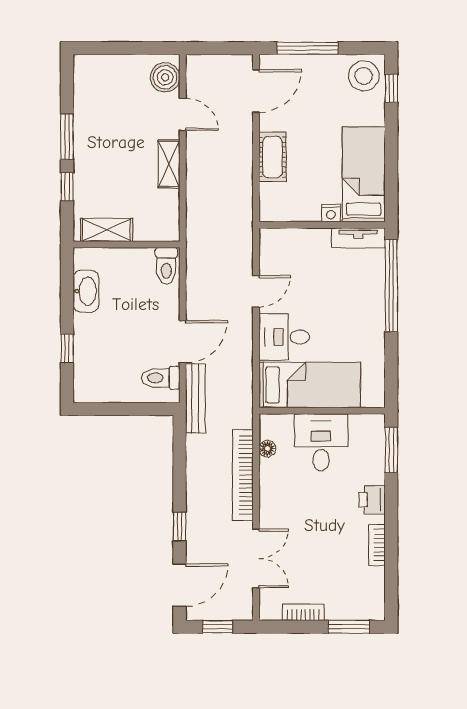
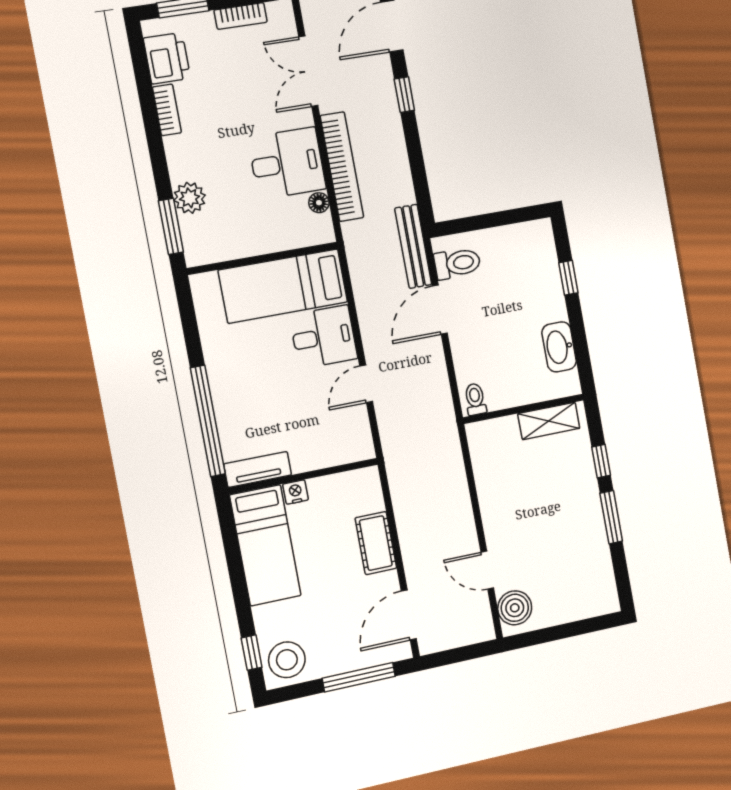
shelving: (169, 164) -> (492, 510), removed
toilet: (166, 266) -> (475, 399), width x0.73, depth x0.72
desk: (321, 442) -> (287, 163), moved, turned -90
plant: (372, 471) -> (190, 198), added
printer: (372, 500) -> (167, 58), moved, width x1.36, depth x1.24

